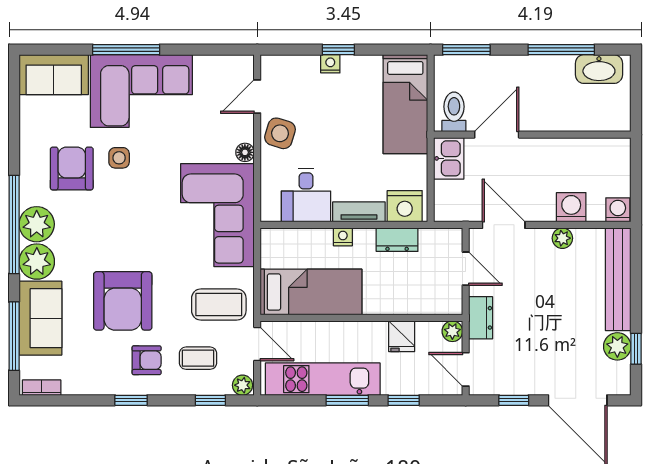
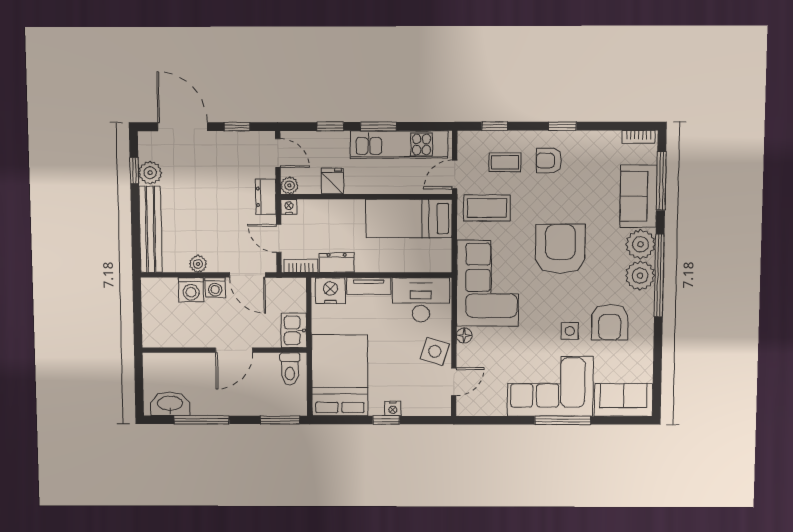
bed: (405, 104) -> (340, 375), width x1.50
door: (497, 135) -> (234, 350), moved
desk: (306, 195) -> (421, 300), width x1.37
washing machine: (618, 210) -> (215, 288), moved
bookcase: (440, 236) -> (301, 266), added
nightstand: (343, 237) -> (289, 207), moved, turned 180
armchair: (123, 301) -> (560, 249), moved
door: (257, 344) -> (455, 174), hinge flipped
plant: (243, 385) -> (467, 139), removed

